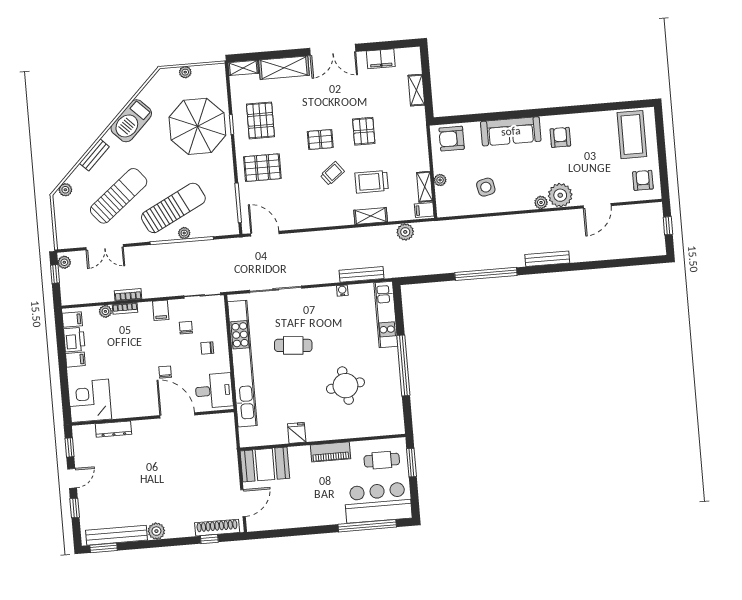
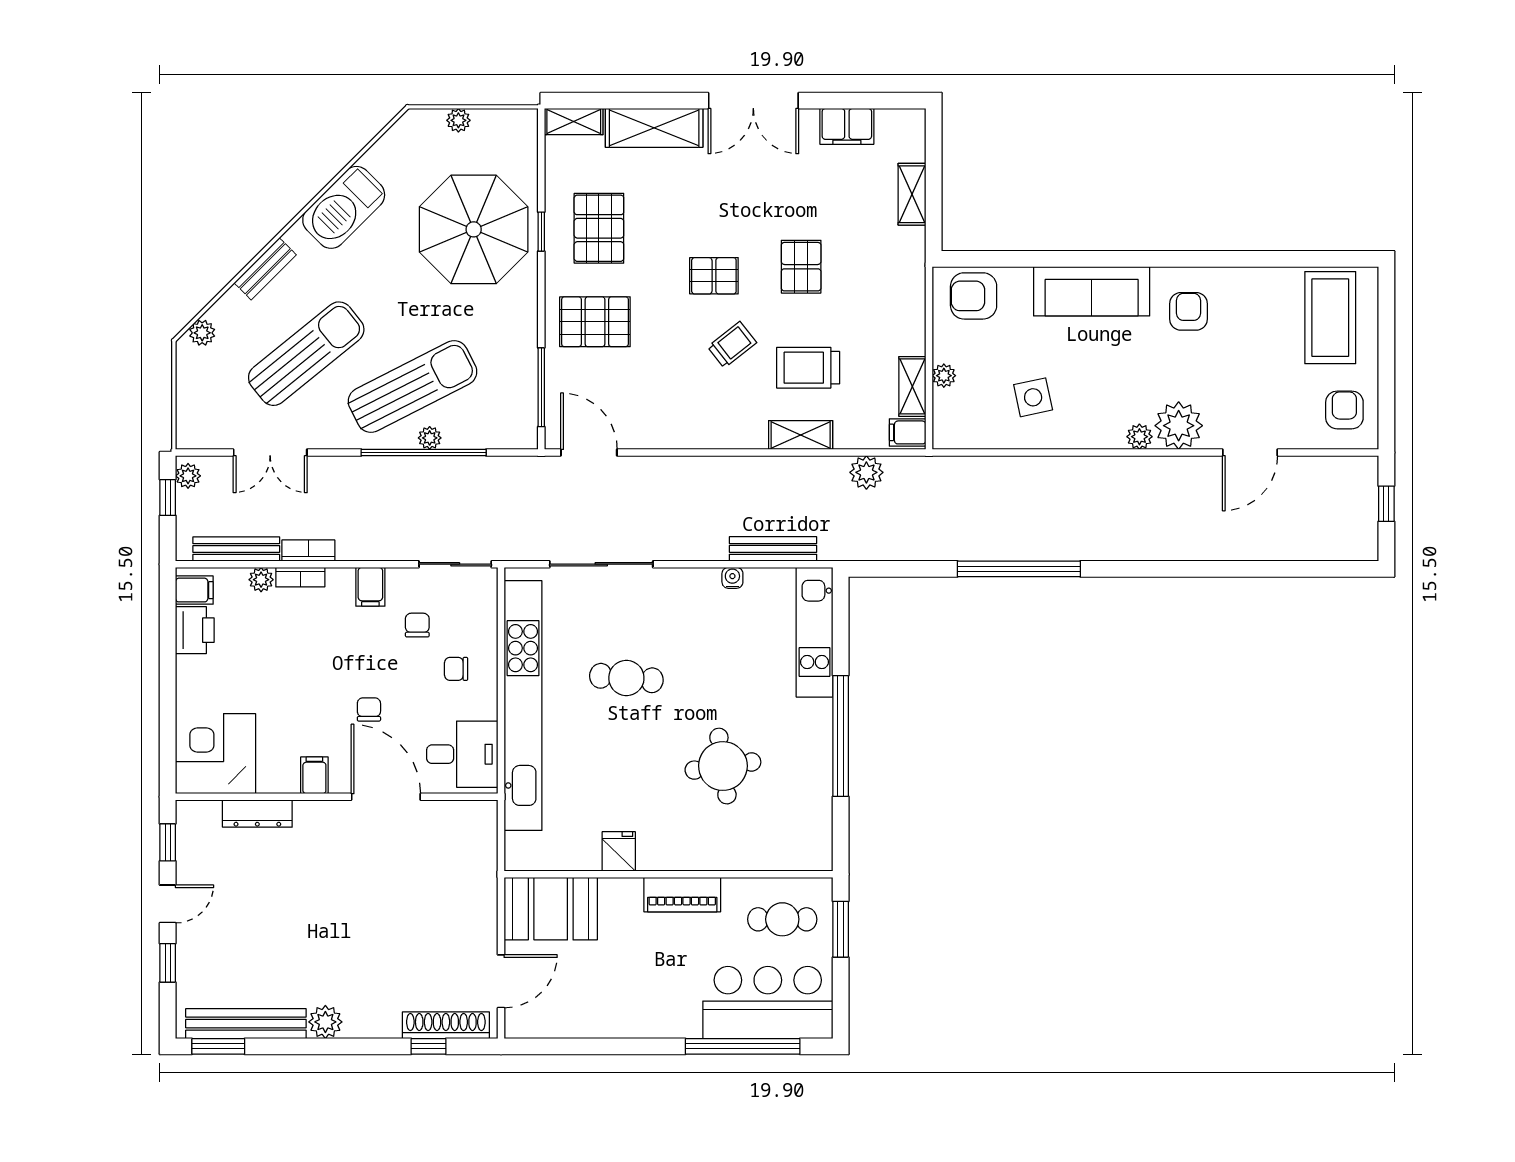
bench: (547, 259) -> (236, 549), moved
filing cabinet: (75, 360) -> (314, 775), moved, turned -90

